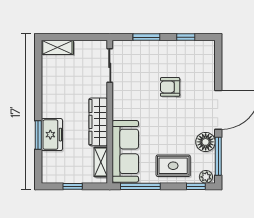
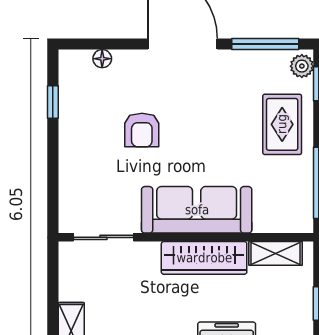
window: (146, 37) -> (53, 172), removed
floor lamp: (206, 142) -> (102, 59), moved, width x0.53, depth x0.53
sofa: (125, 151) -> (197, 210), moved

